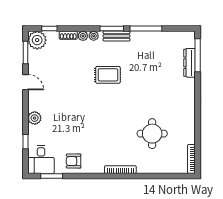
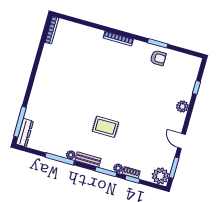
window: (49, 28) -> (132, 179), moved
window: (112, 28) -> (106, 172), moved
plant: (94, 36) -> (71, 155), moved
dresser: (190, 63) -> (25, 133), moved
round table: (152, 134) -> (81, 63), removed
desk: (41, 160) -> (187, 68), removed
window: (52, 176) -> (158, 43), moved

